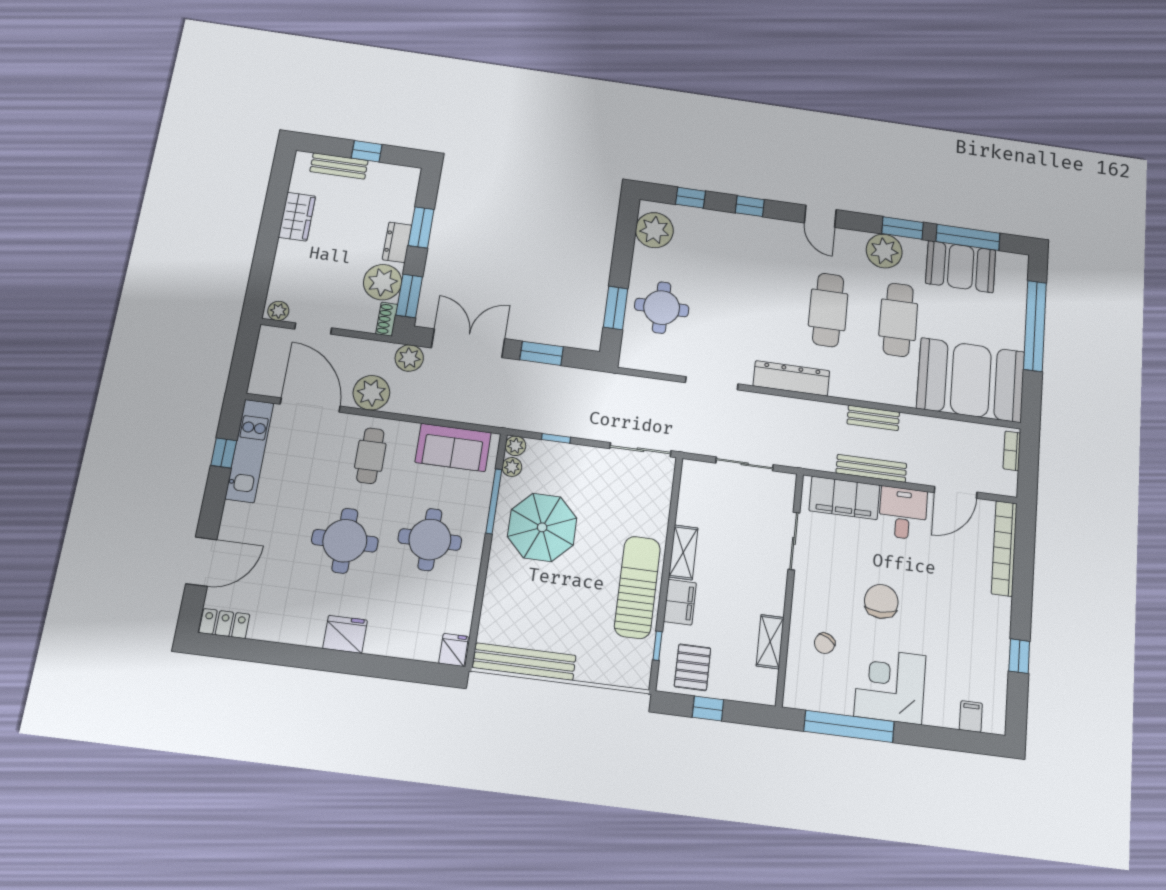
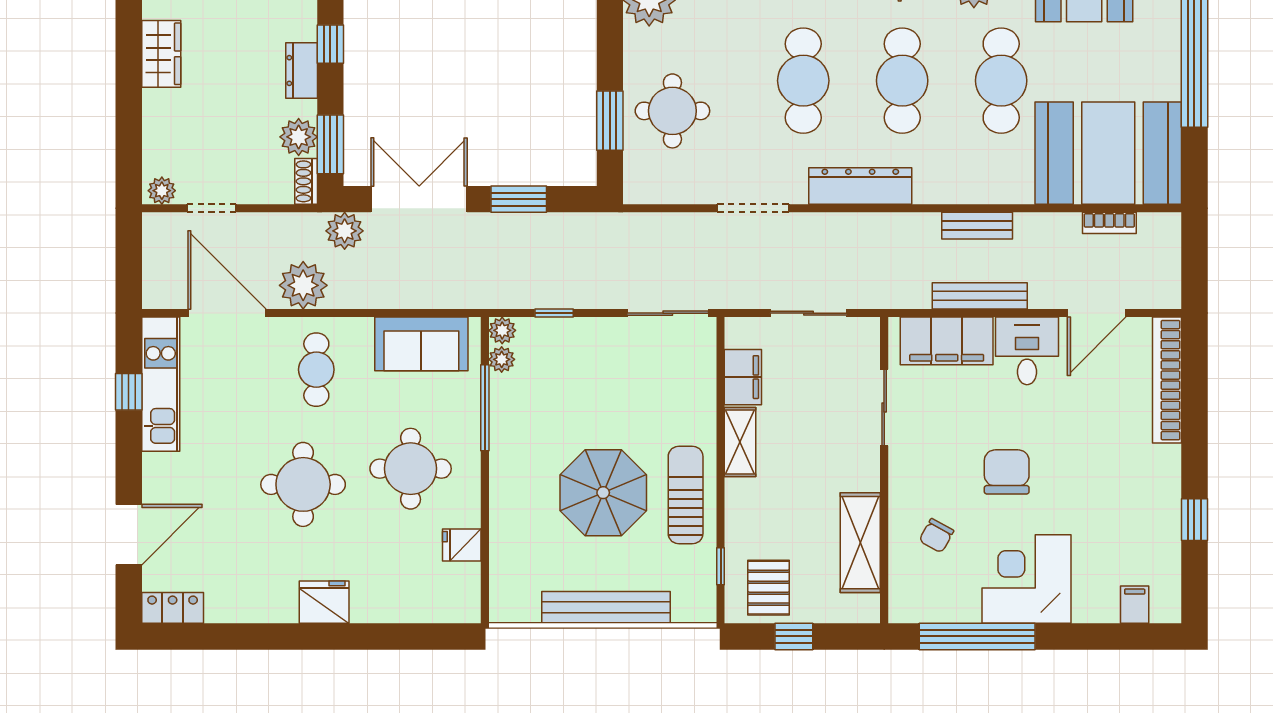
window: (421, 227) -> (330, 44), width x0.67
plant: (383, 282) -> (299, 137), width x0.73, depth x0.73
cafe table: (758, 300) -> (803, 81), added
bookcase: (1012, 451) -> (1109, 223), moved, turned -90
parasol: (542, 527) -> (603, 493), moved
sun lounger: (637, 587) -> (686, 495), width x0.73, depth x0.75
filing cabinet: (680, 602) -> (743, 377), moved
shelving: (770, 642) -> (860, 543), width x1.50, depth x1.33
fridge: (454, 650) -> (462, 545), moved, turned -90
bench: (524, 662) -> (606, 607), moved

